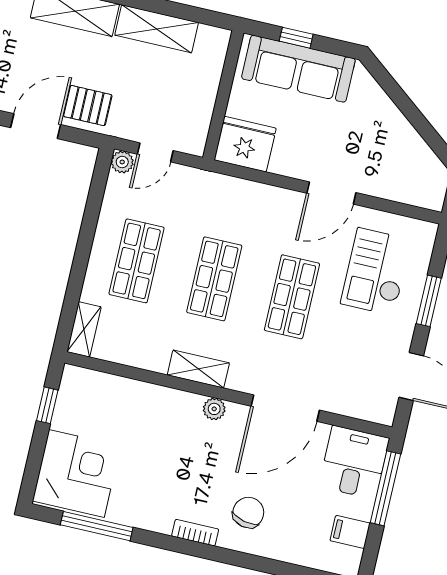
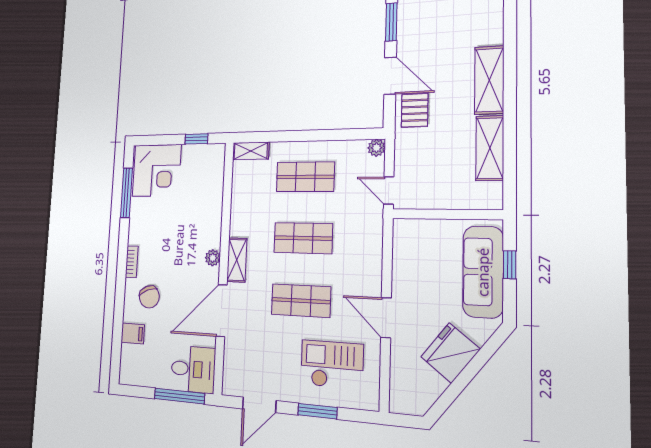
fridge: (245, 144) -> (450, 353), moved, turned -142
door: (155, 152) -> (389, 191), moved
shelving: (198, 369) -> (237, 260), moved
door: (285, 408) -> (222, 311), hinge flipped
chair: (248, 513) -> (149, 297), turned 56
filing cabinet: (350, 532) -> (133, 333), moved, turned 90

